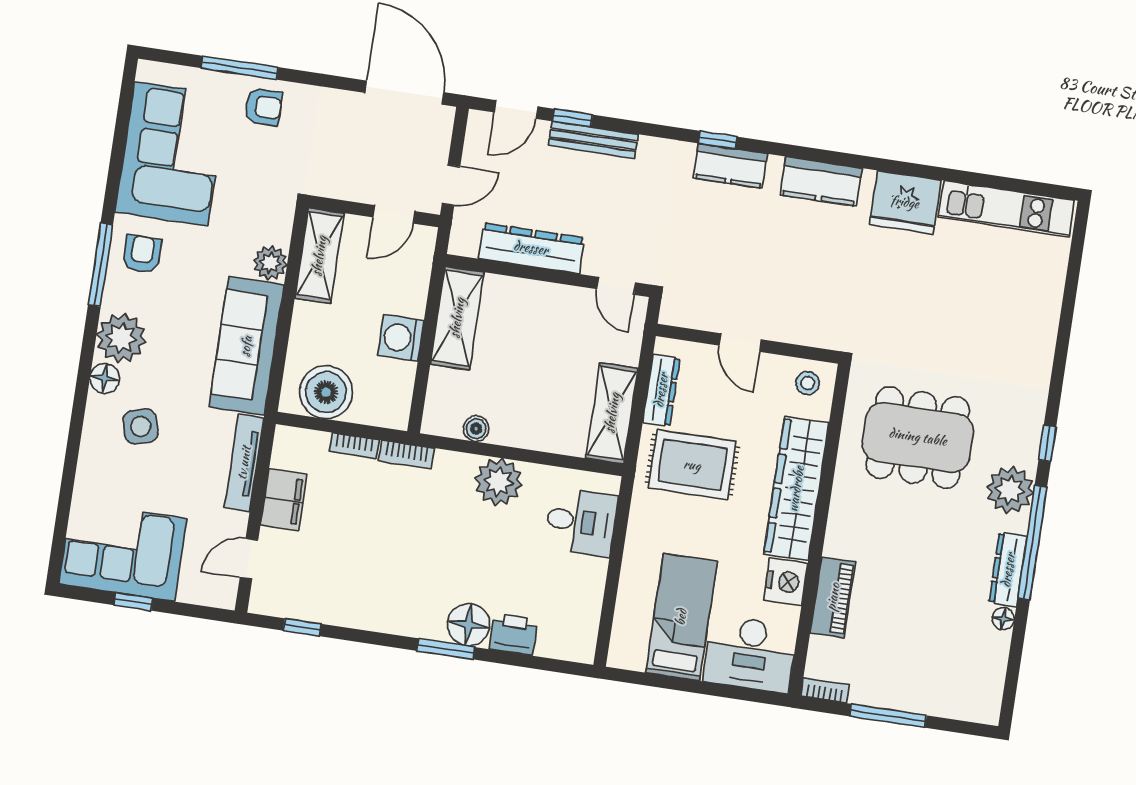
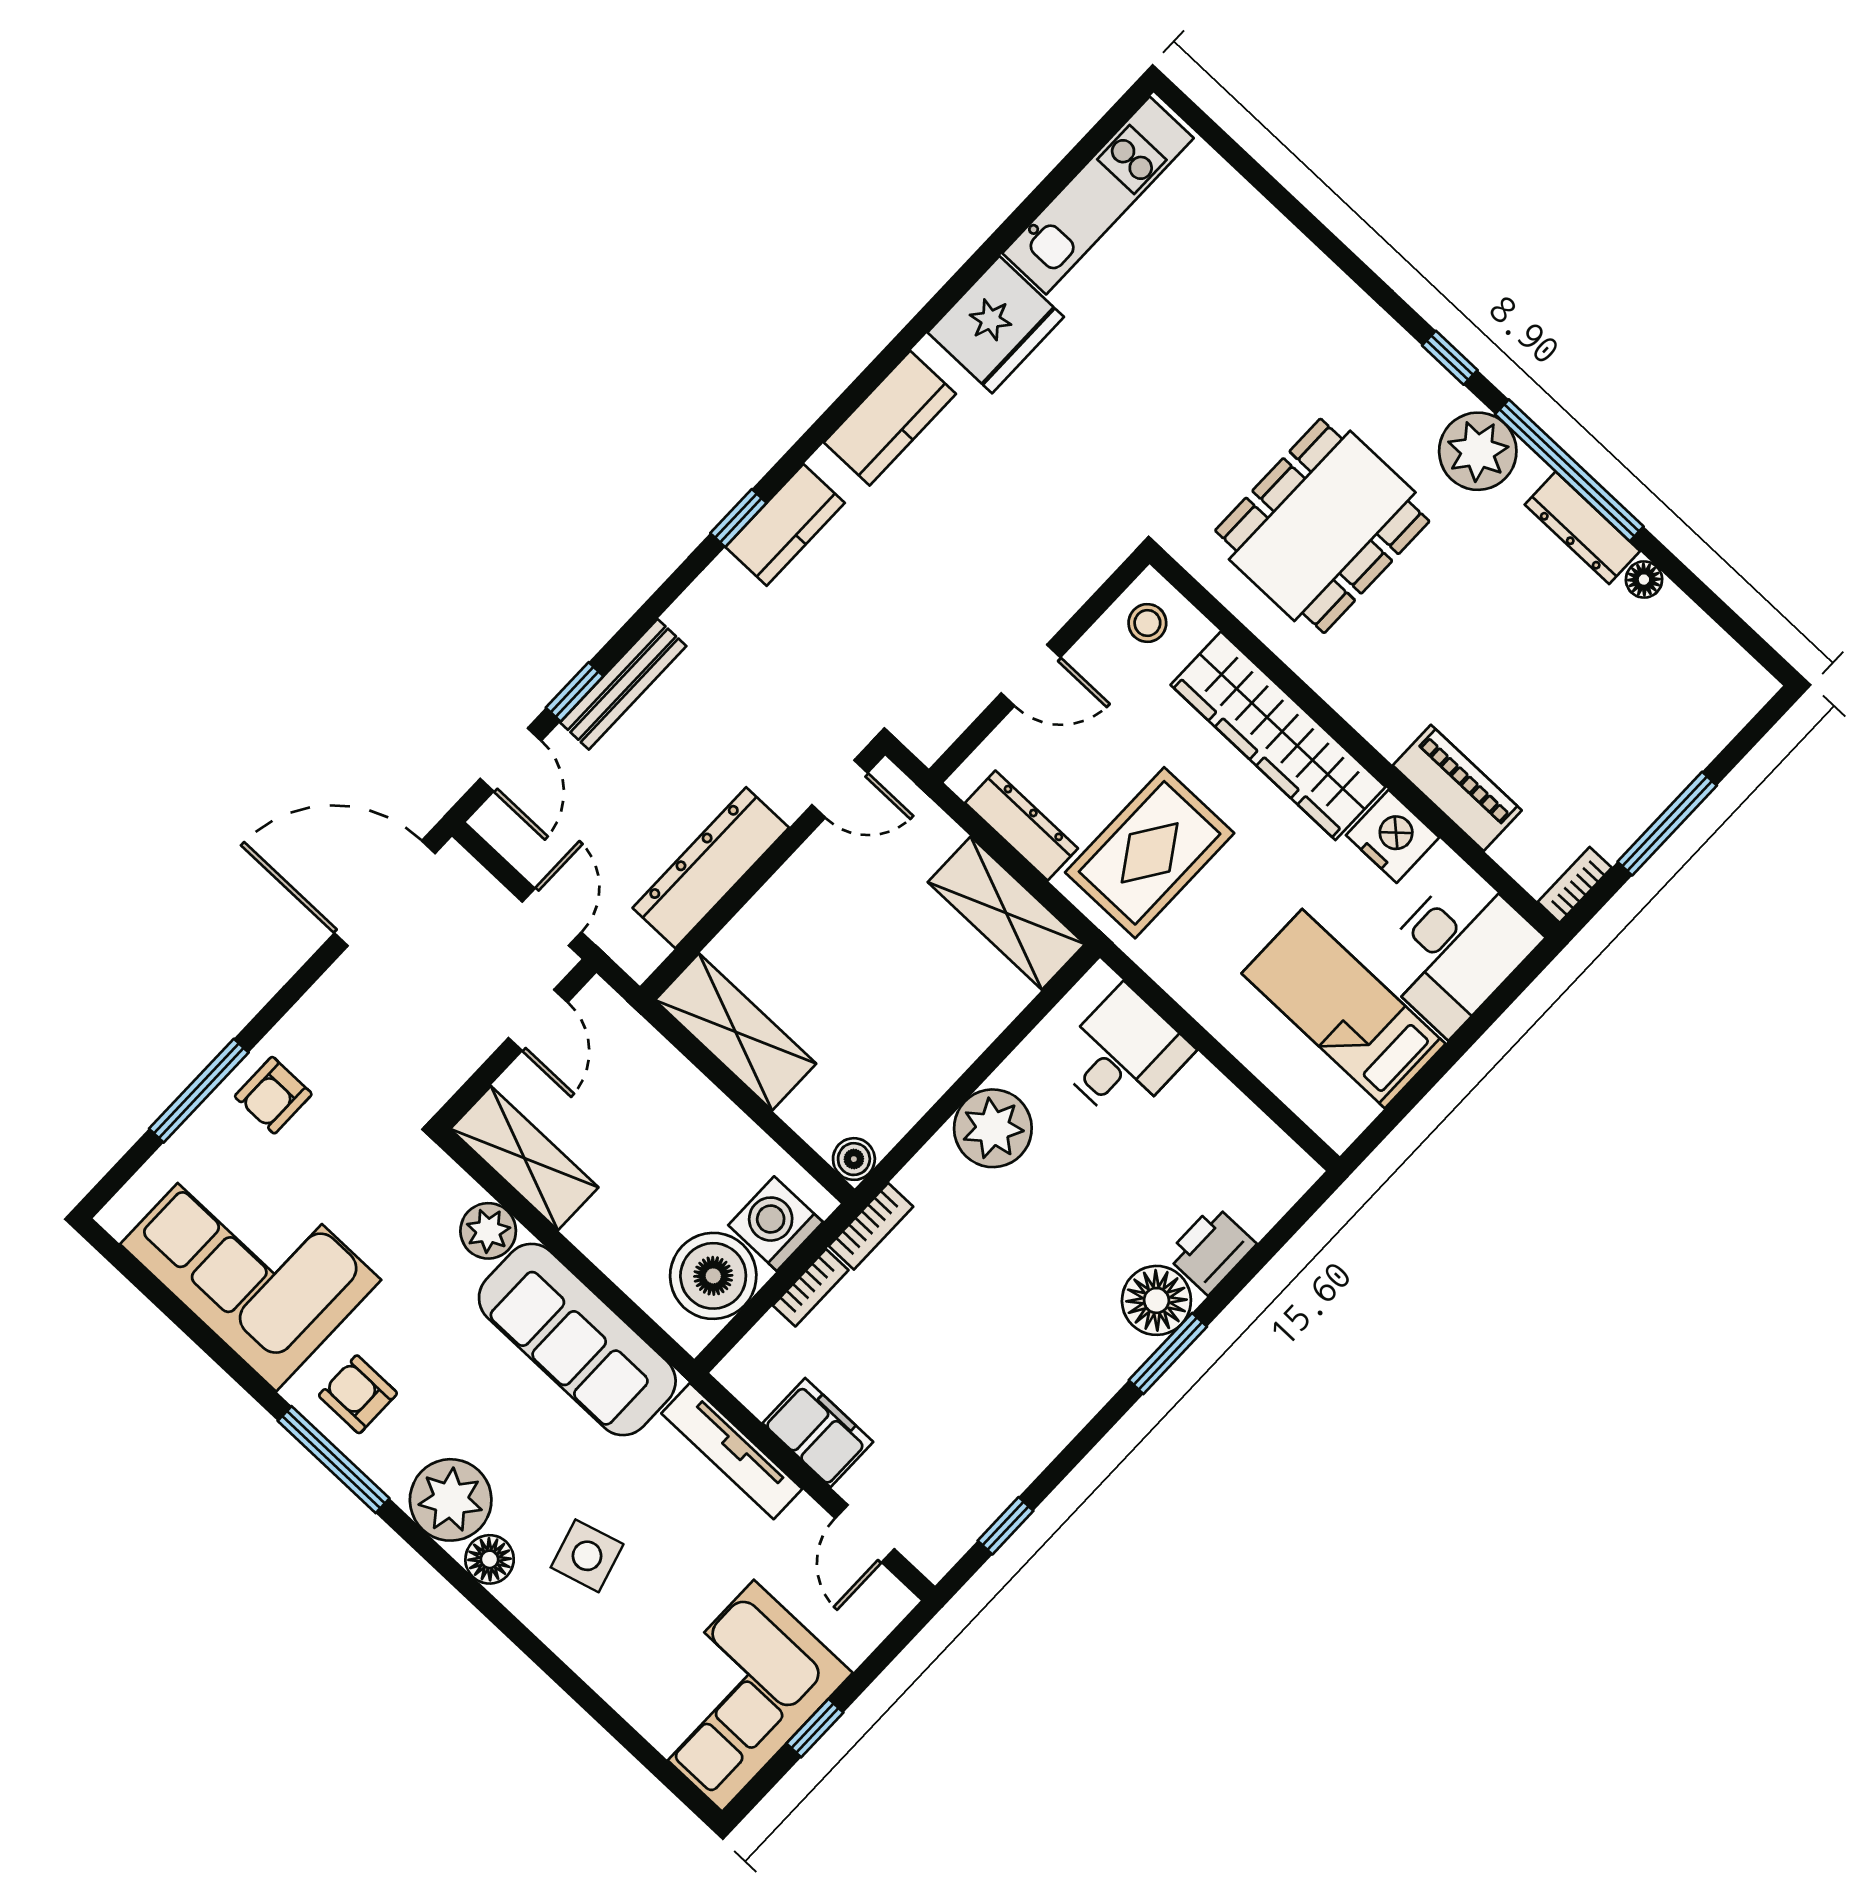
armchair: (264, 107) -> (273, 1095), turned 180
washing machine: (401, 338) -> (776, 1224), moved, turned 90
boiler: (476, 429) -> (854, 1159), moved

